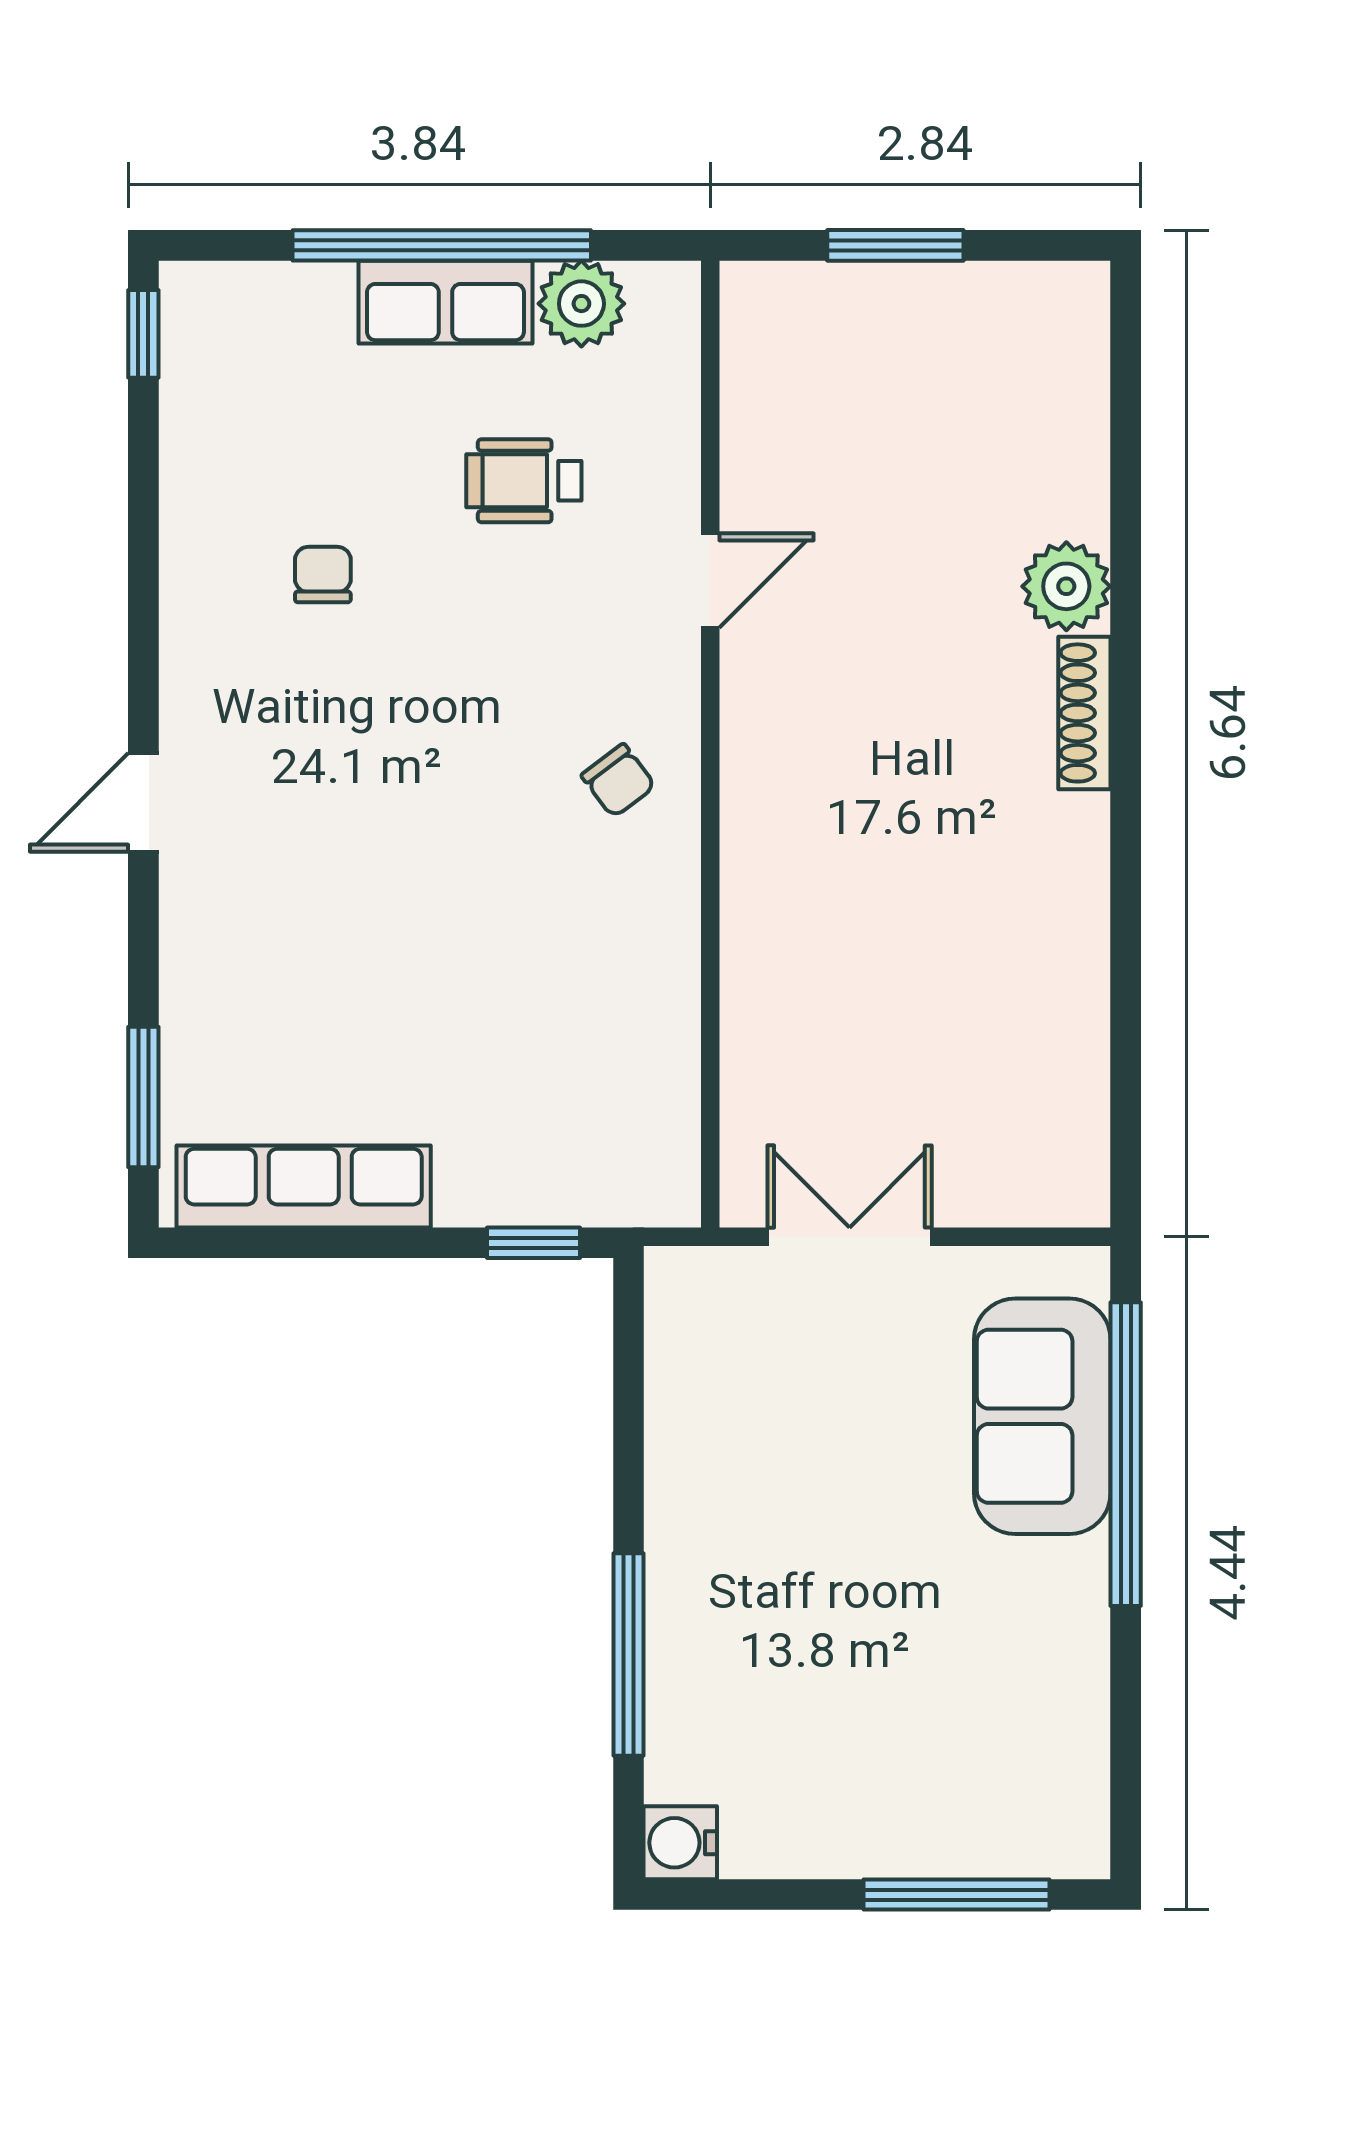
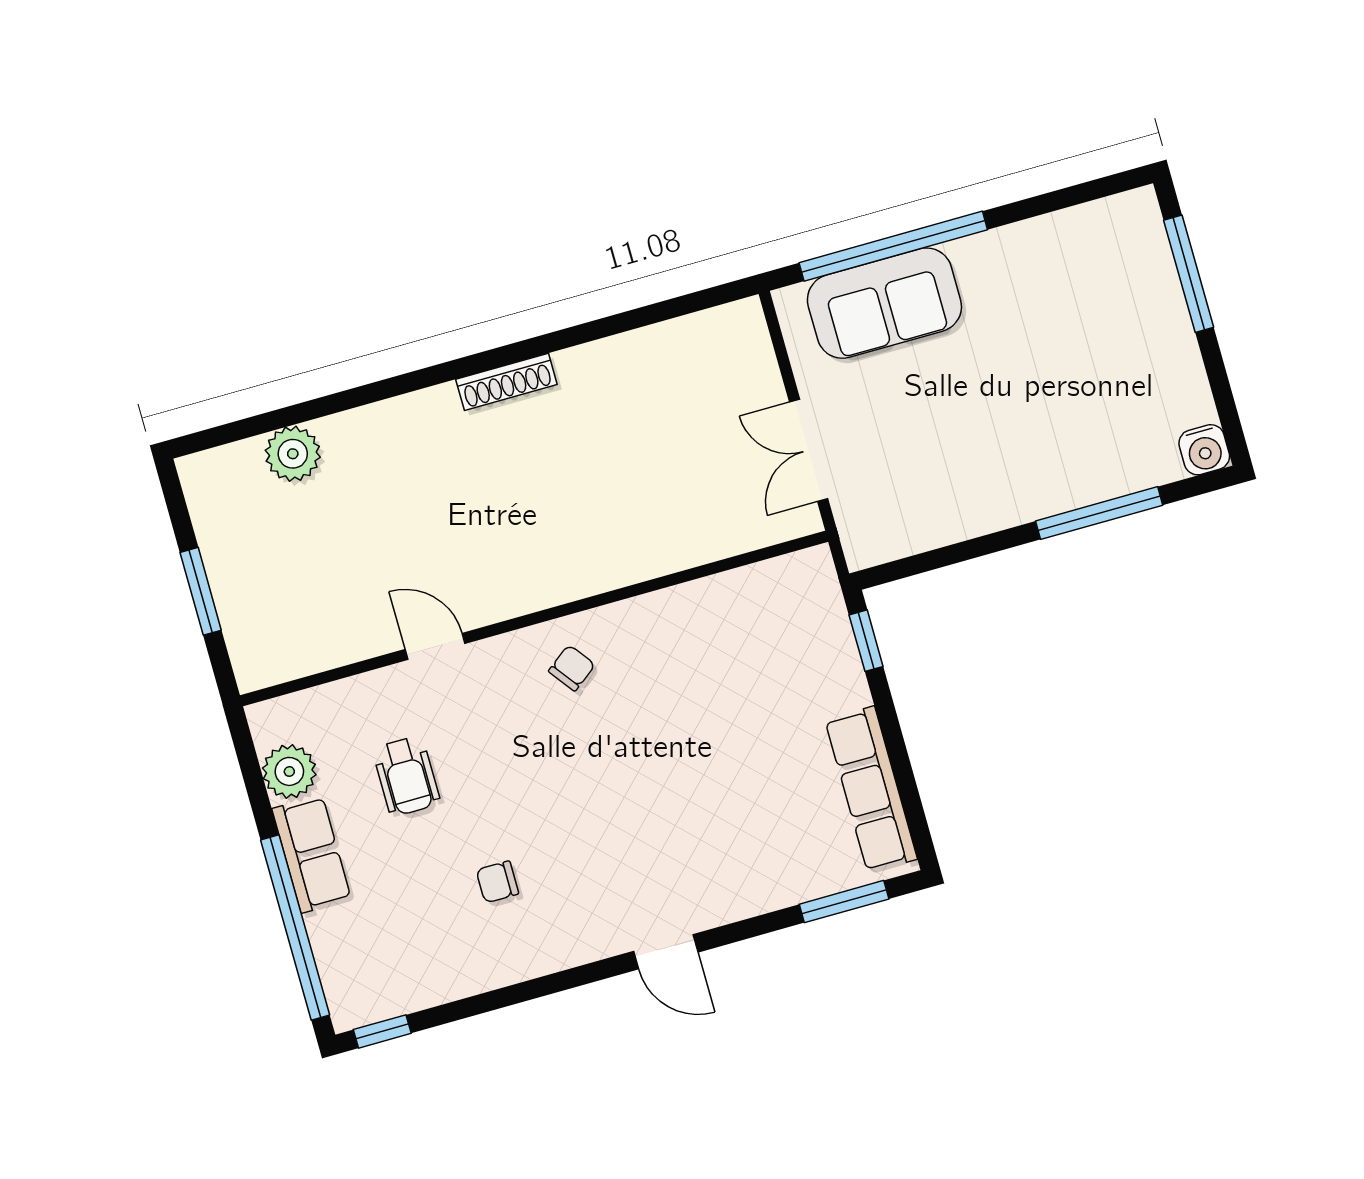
window: (442, 245) -> (295, 927), moved
plant: (1066, 586) -> (293, 454), moved
shoe rack: (1084, 713) -> (506, 382), moved

